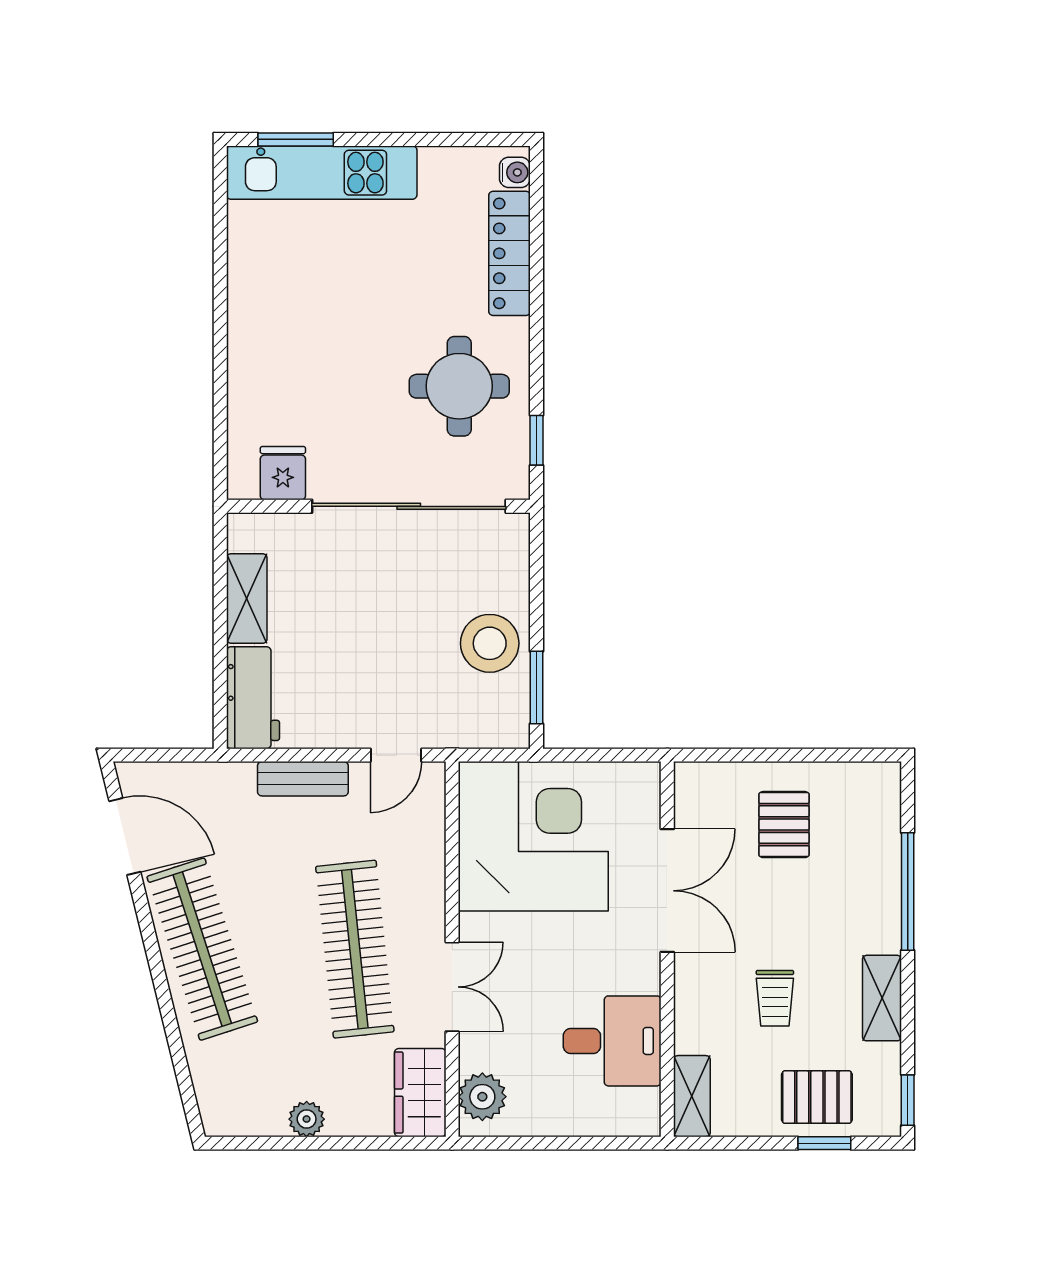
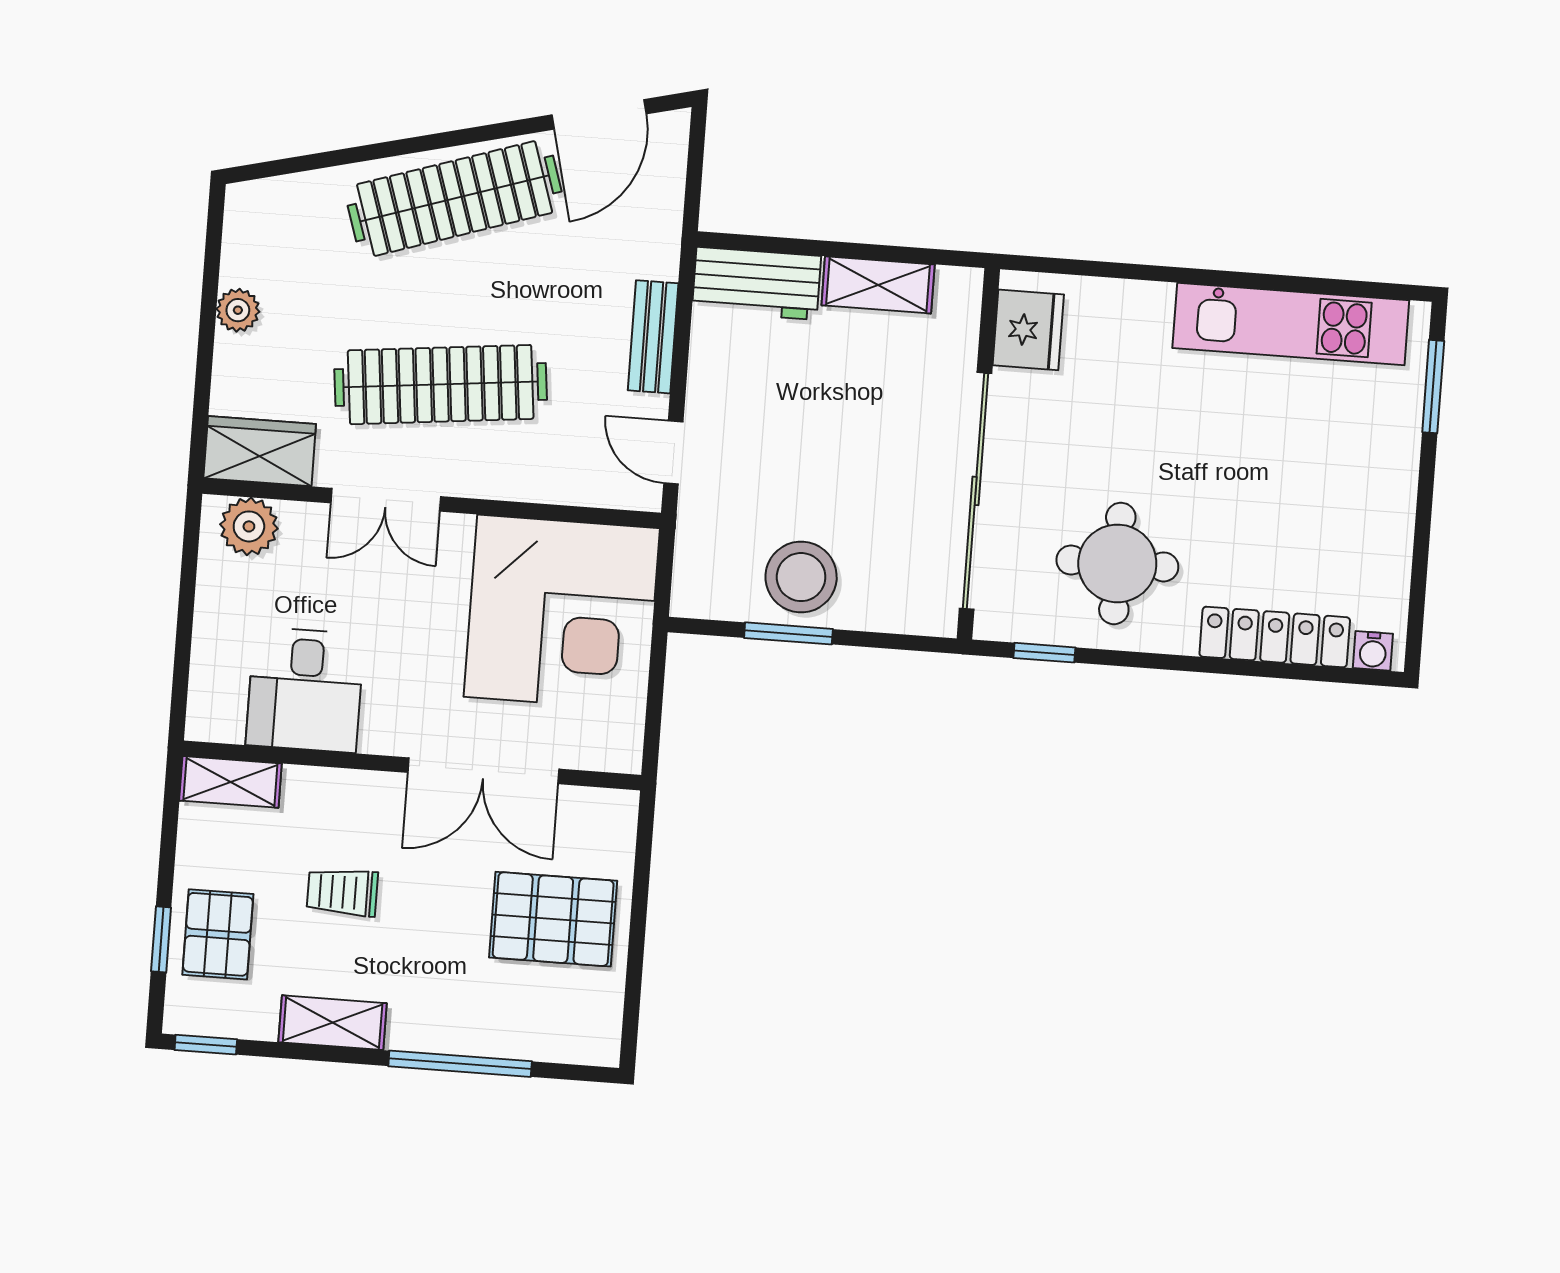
kitchen unit: (322, 173) -> (1291, 324), moved, turned -90
fridge: (283, 473) -> (1028, 330), width x1.38
window: (537, 688) -> (788, 633), moved
pallet: (784, 825) -> (553, 919), width x1.50, depth x1.42

